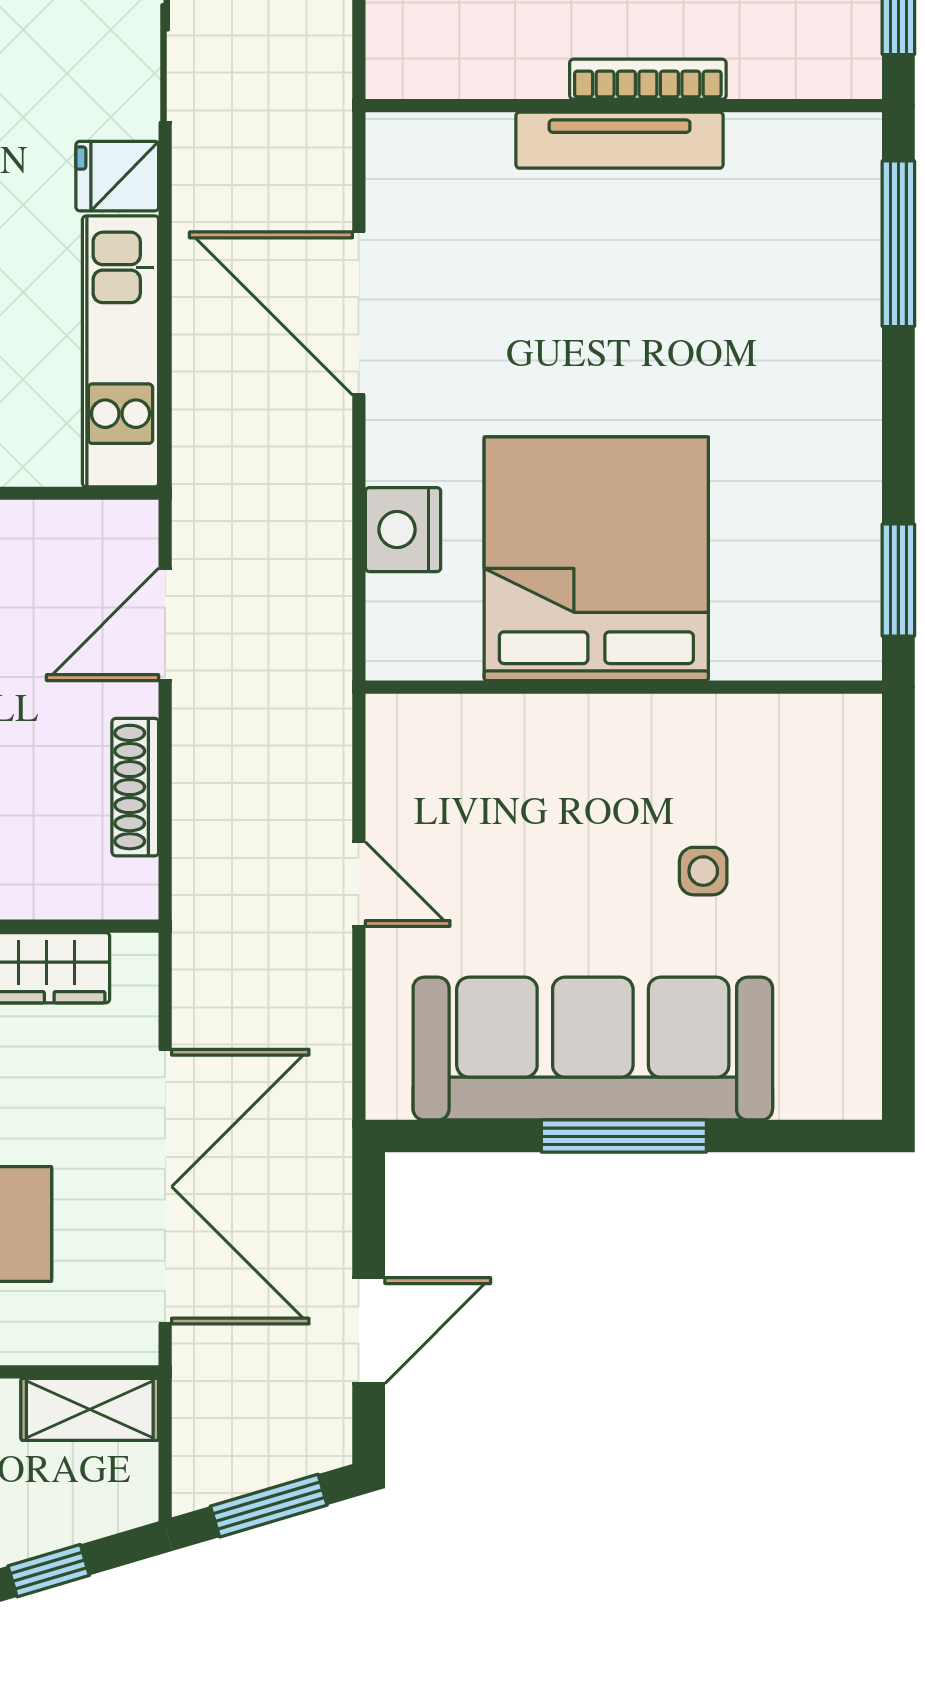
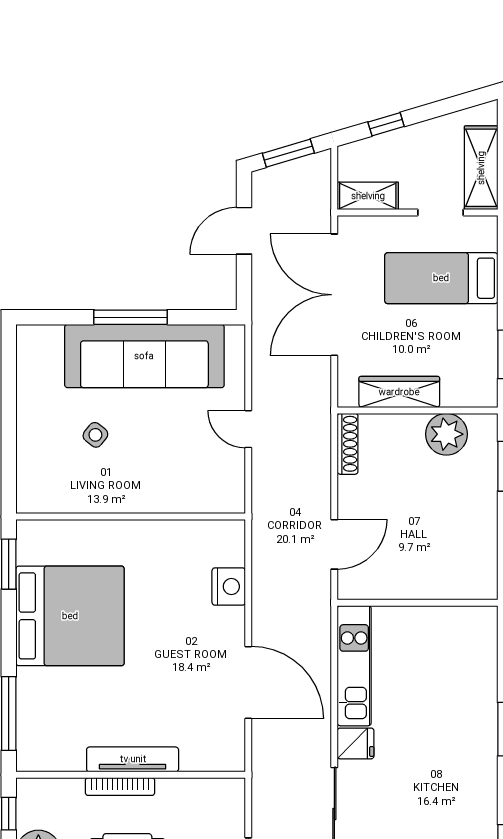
bed: (596, 559) -> (70, 616), moved, turned -90
shoe rack: (135, 787) -> (348, 444), moved
side table: (703, 871) -> (95, 435), turned 38

